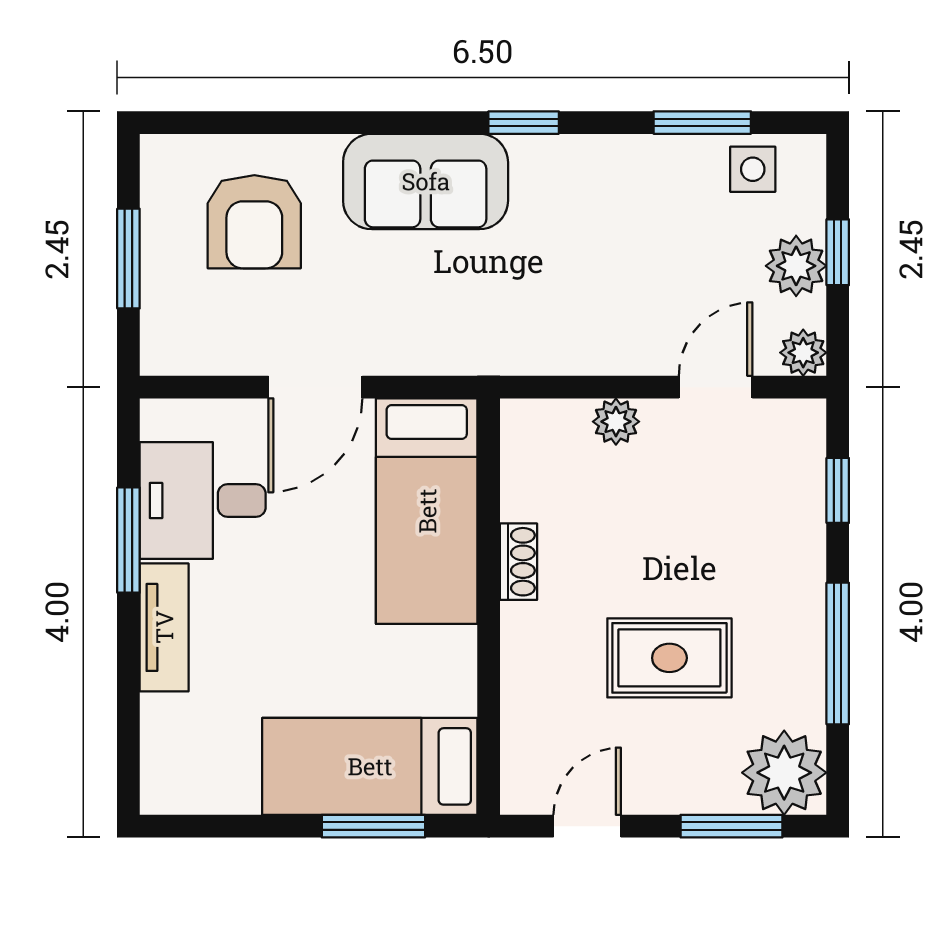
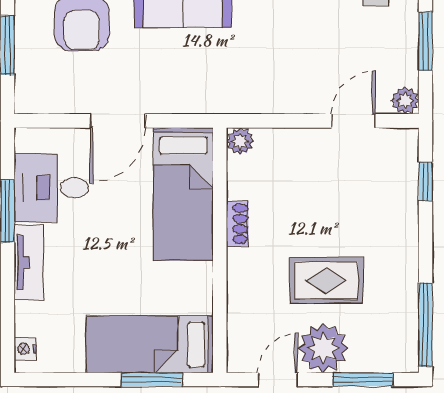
window: (838, 252) -> (425, 41), width x1.50
plant: (796, 266) -> (401, 49), removed
plant: (616, 422) -> (240, 141), moved
window: (838, 654) -> (425, 325), moved
plant: (784, 773) -> (323, 348), moved
nightstand: (158, 774) -> (25, 349), added

